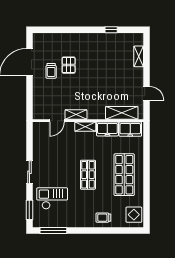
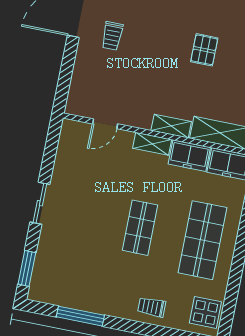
pallet: (69, 65) -> (204, 50), moved
shelving: (76, 115) -> (171, 126), moved
checkout: (52, 198) -> (70, 256), removed
window: (53, 231) -> (80, 316), moved

